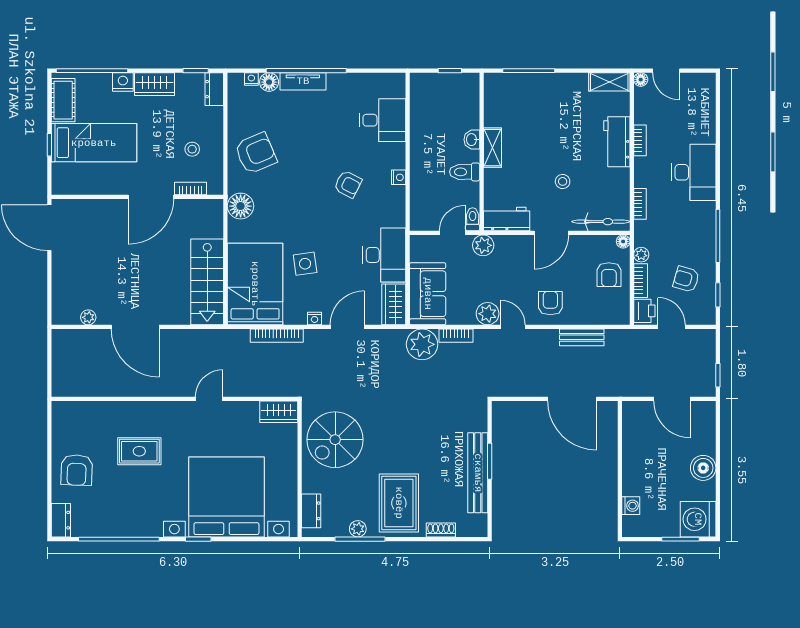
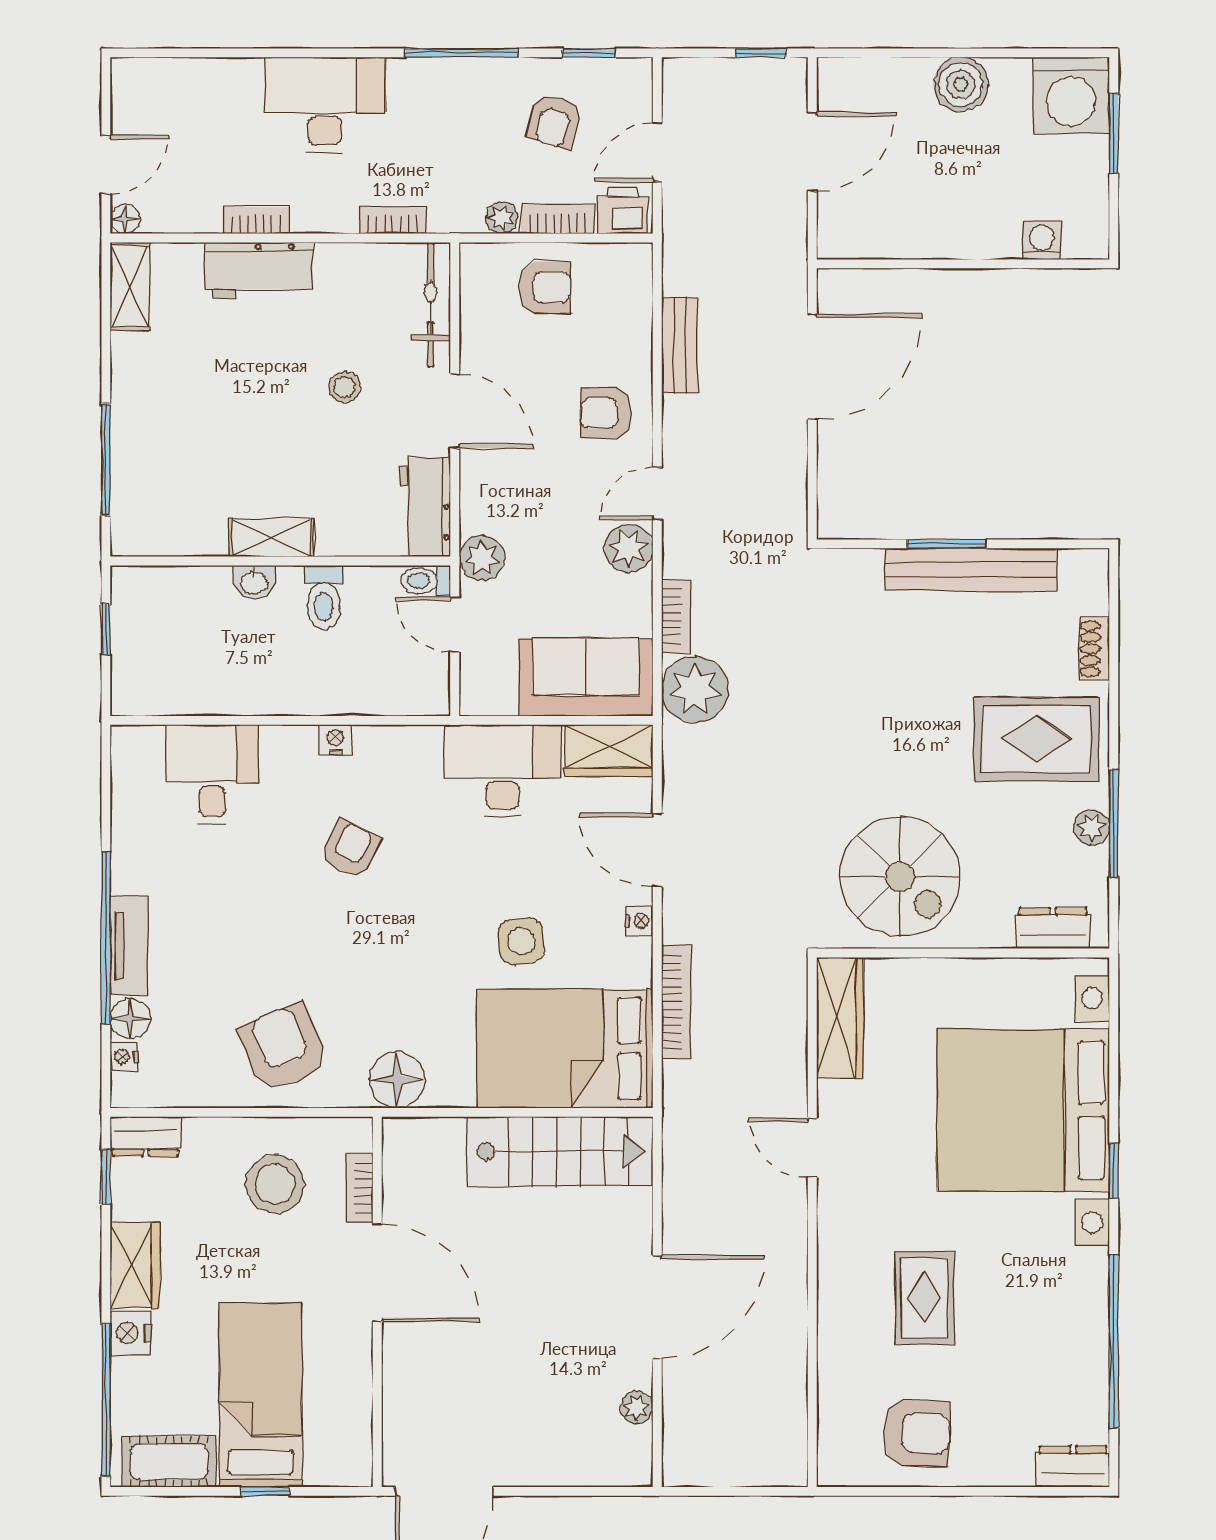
stool: (192, 149) -> (275, 1184), width x1.89, depth x1.89
floor lamp: (623, 241) -> (473, 257), removed
wardrobe: (279, 412) -> (840, 1018), width x1.50
armchair: (77, 470) -> (916, 1433), moved

